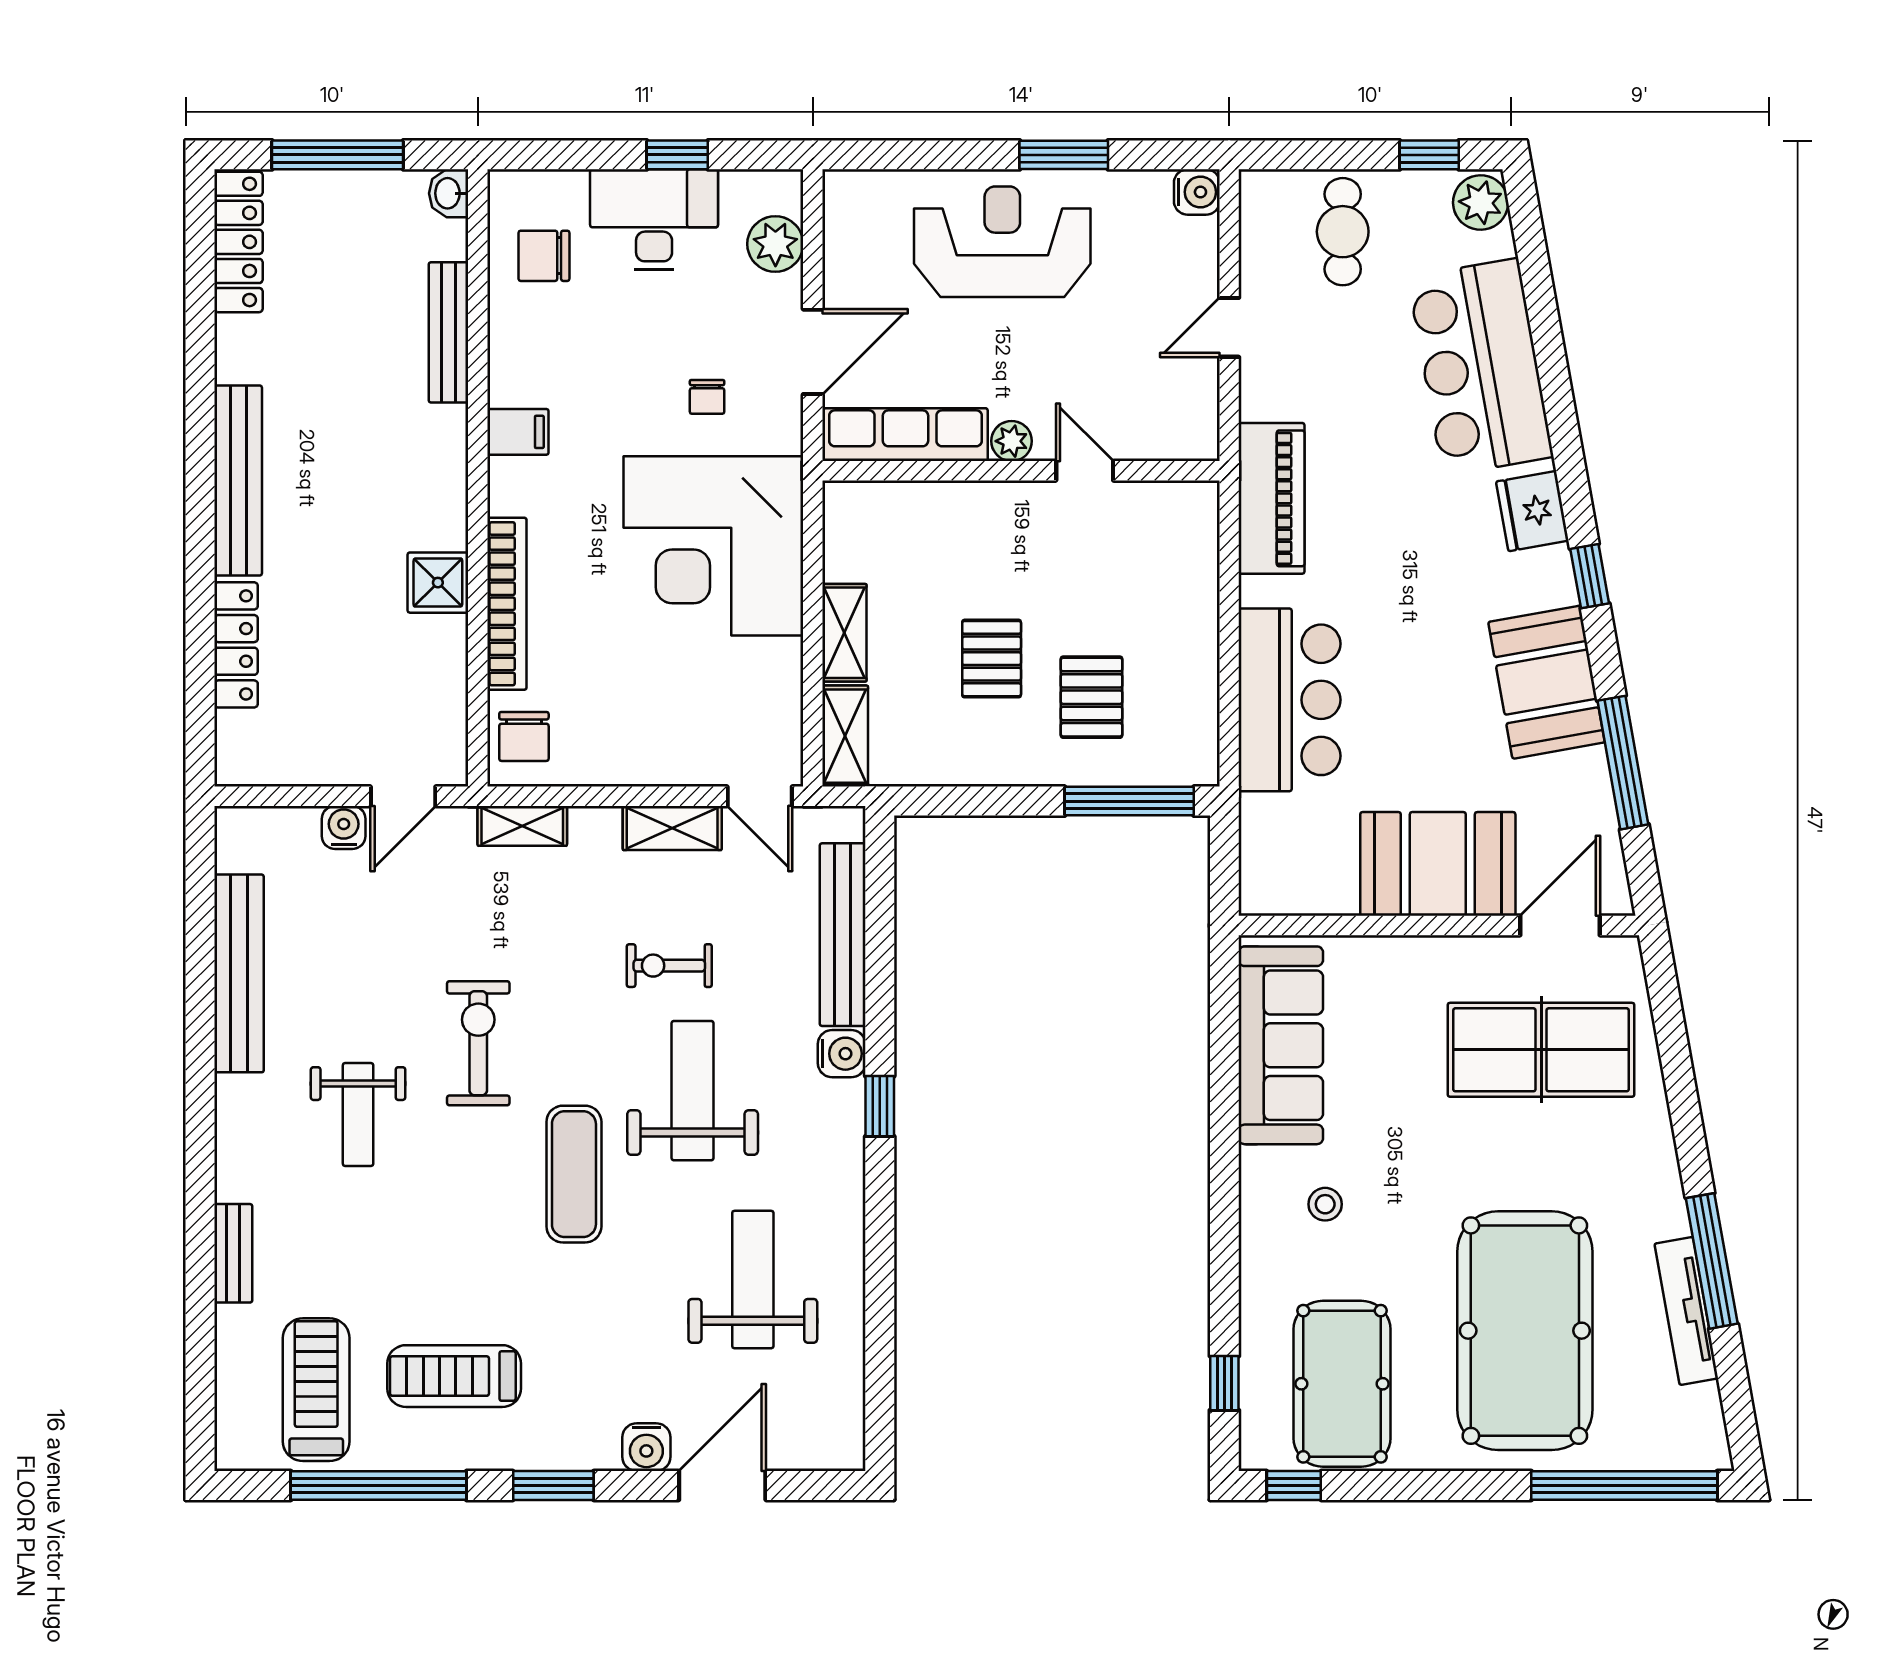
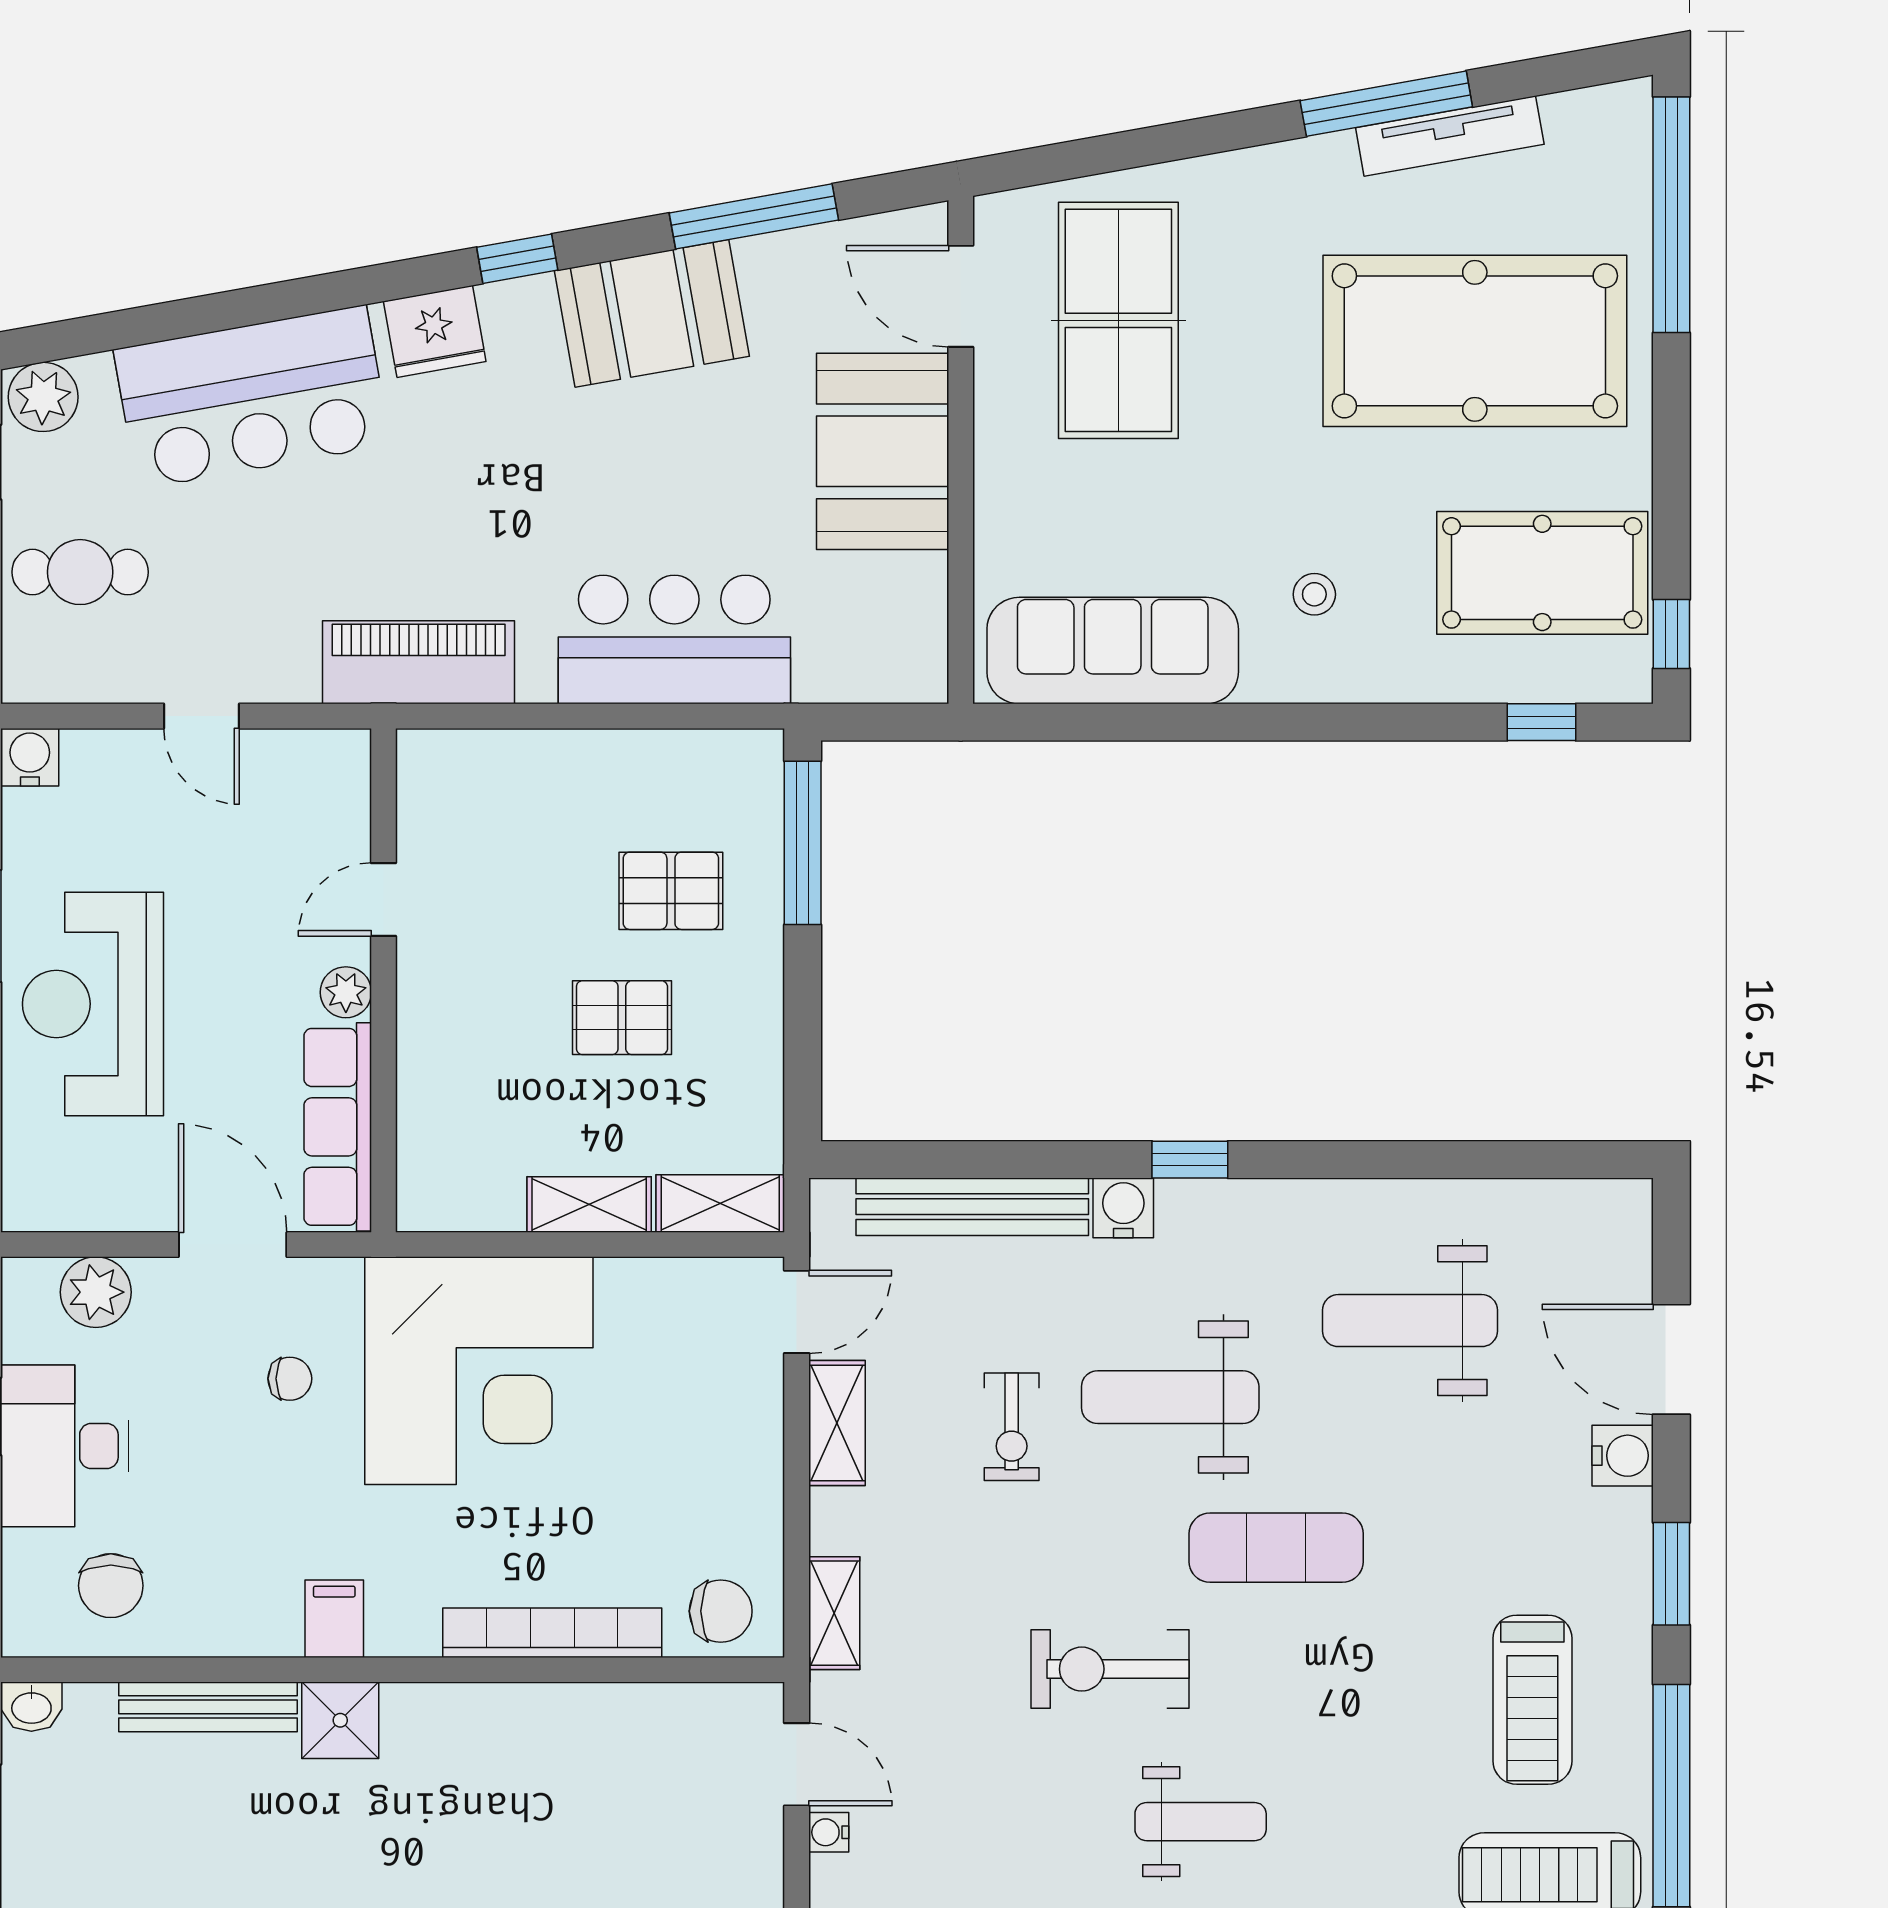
shower: (438, 583) -> (340, 1720), moved
water cooler: (344, 827) -> (829, 1832), width x0.72, depth x0.72

